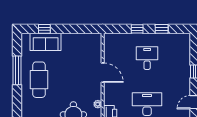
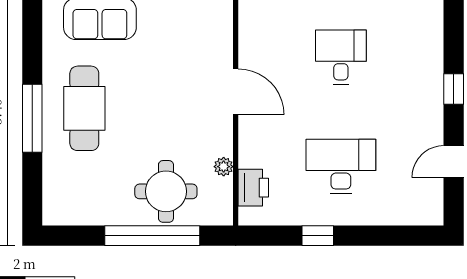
window: (17, 70) -> (32, 118), moved

